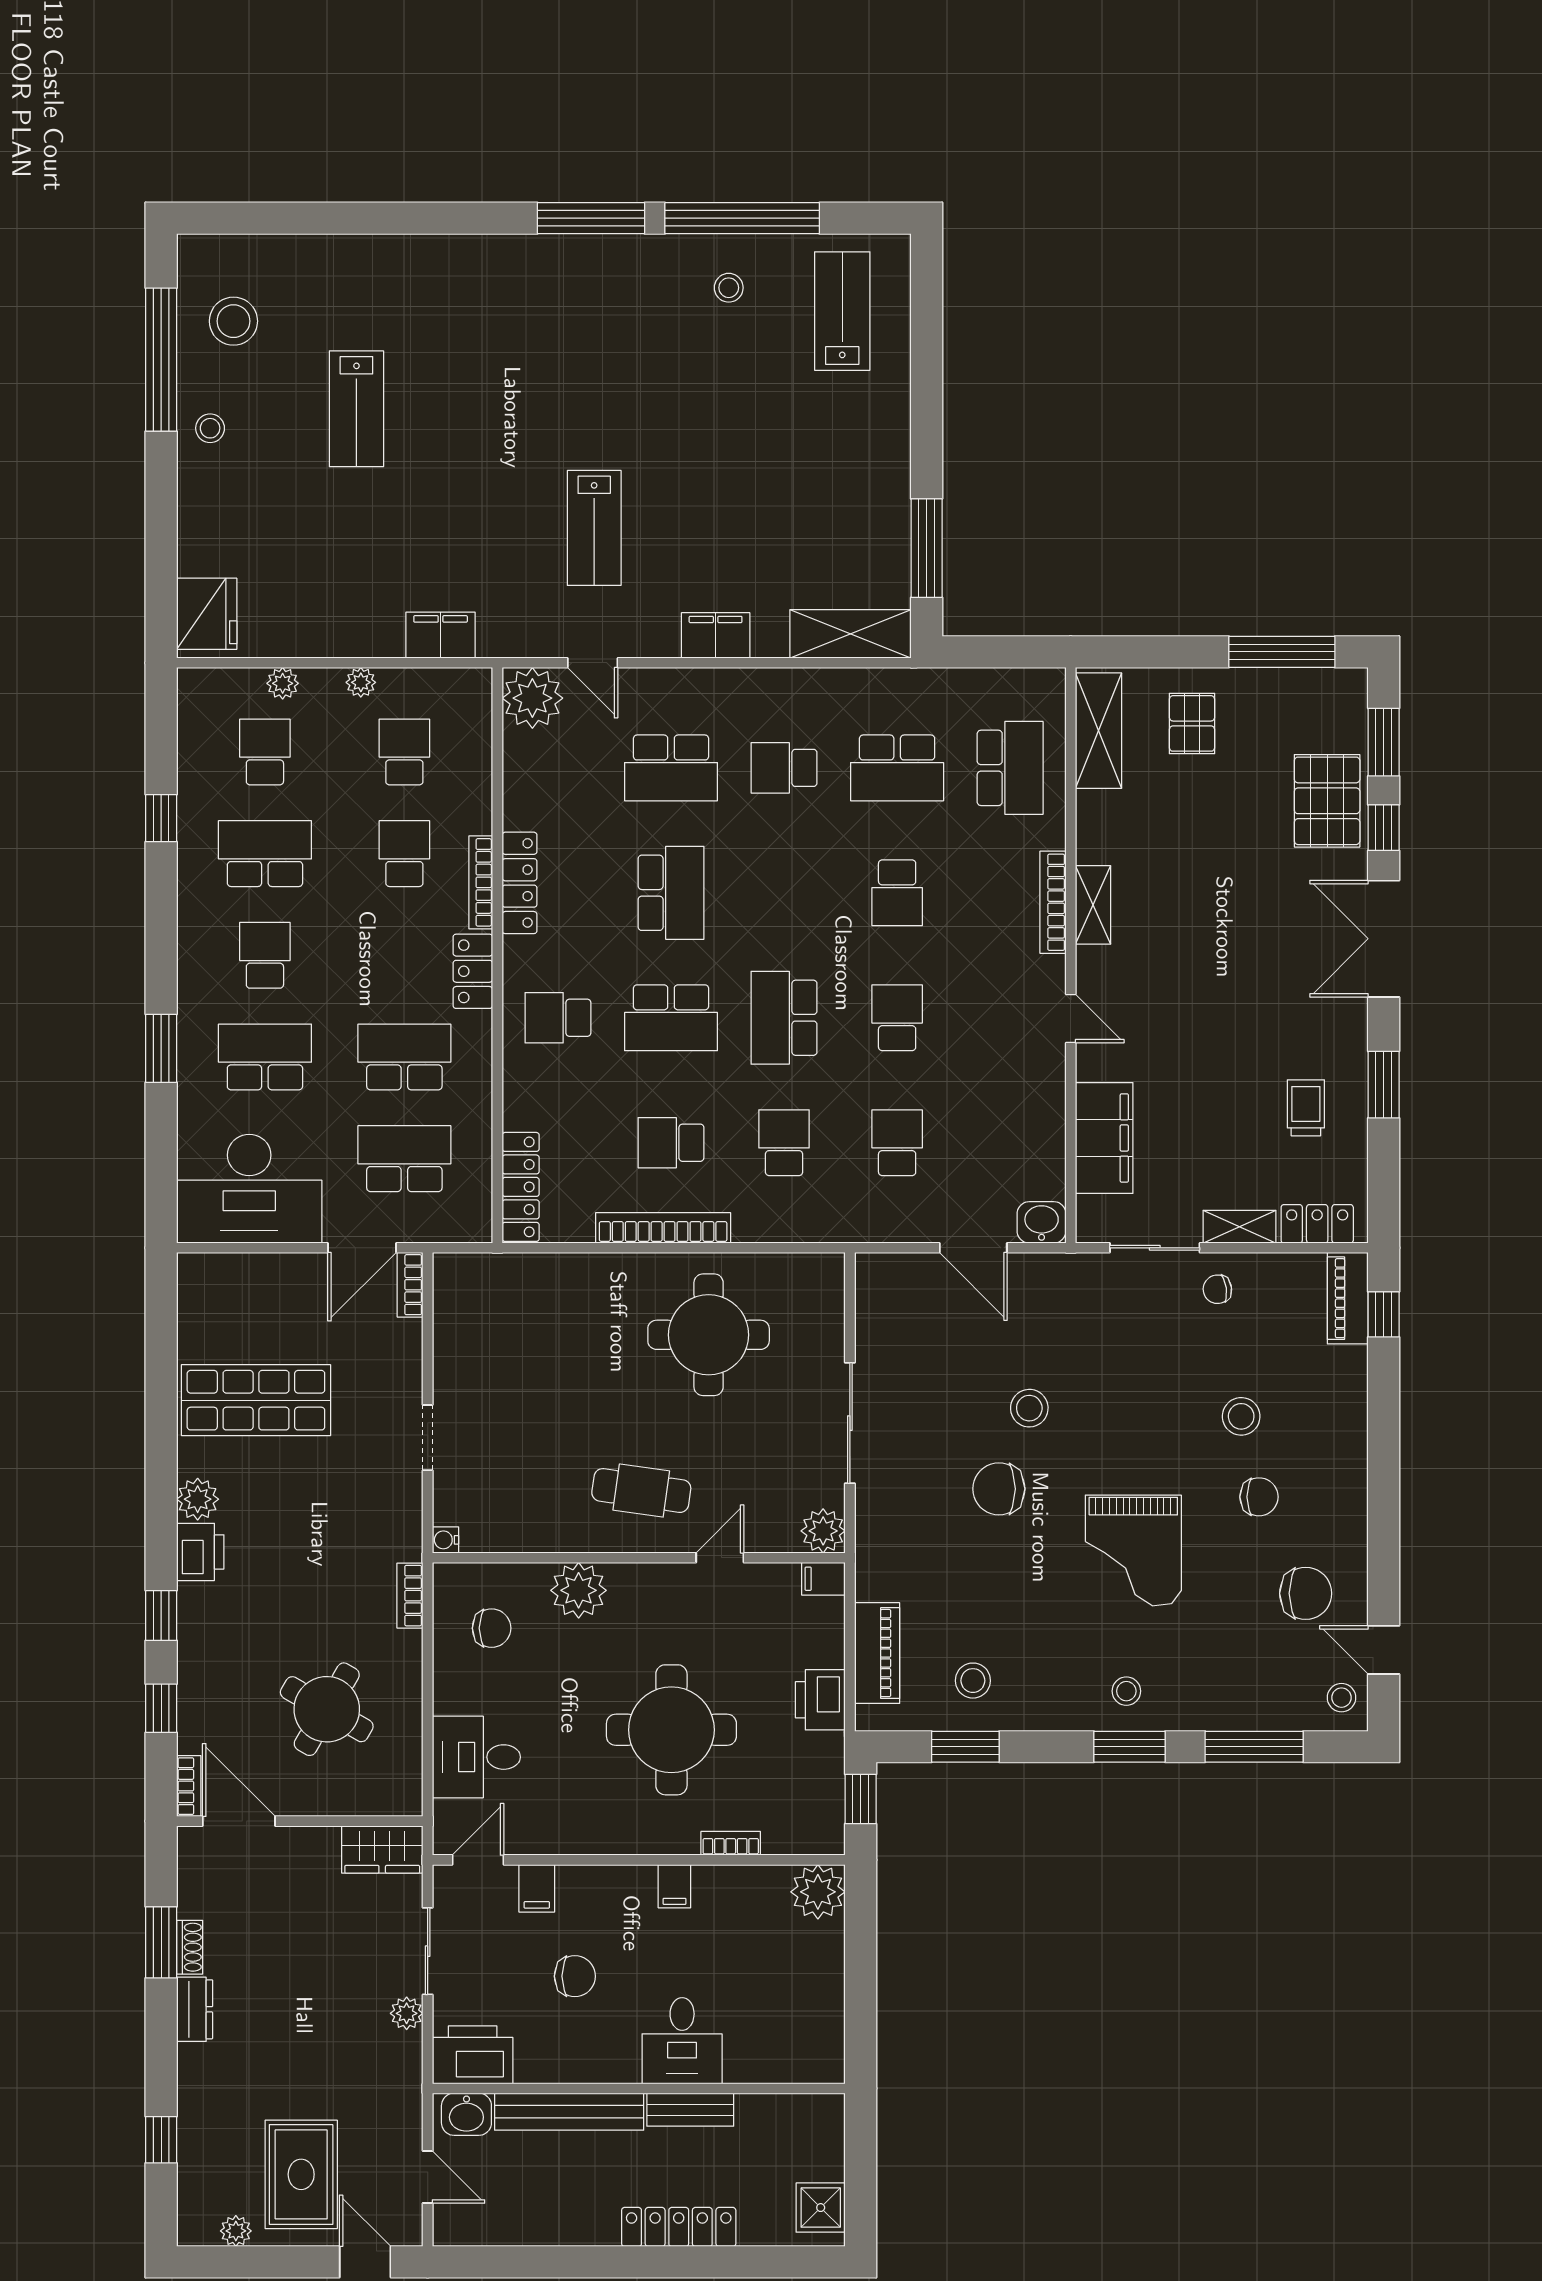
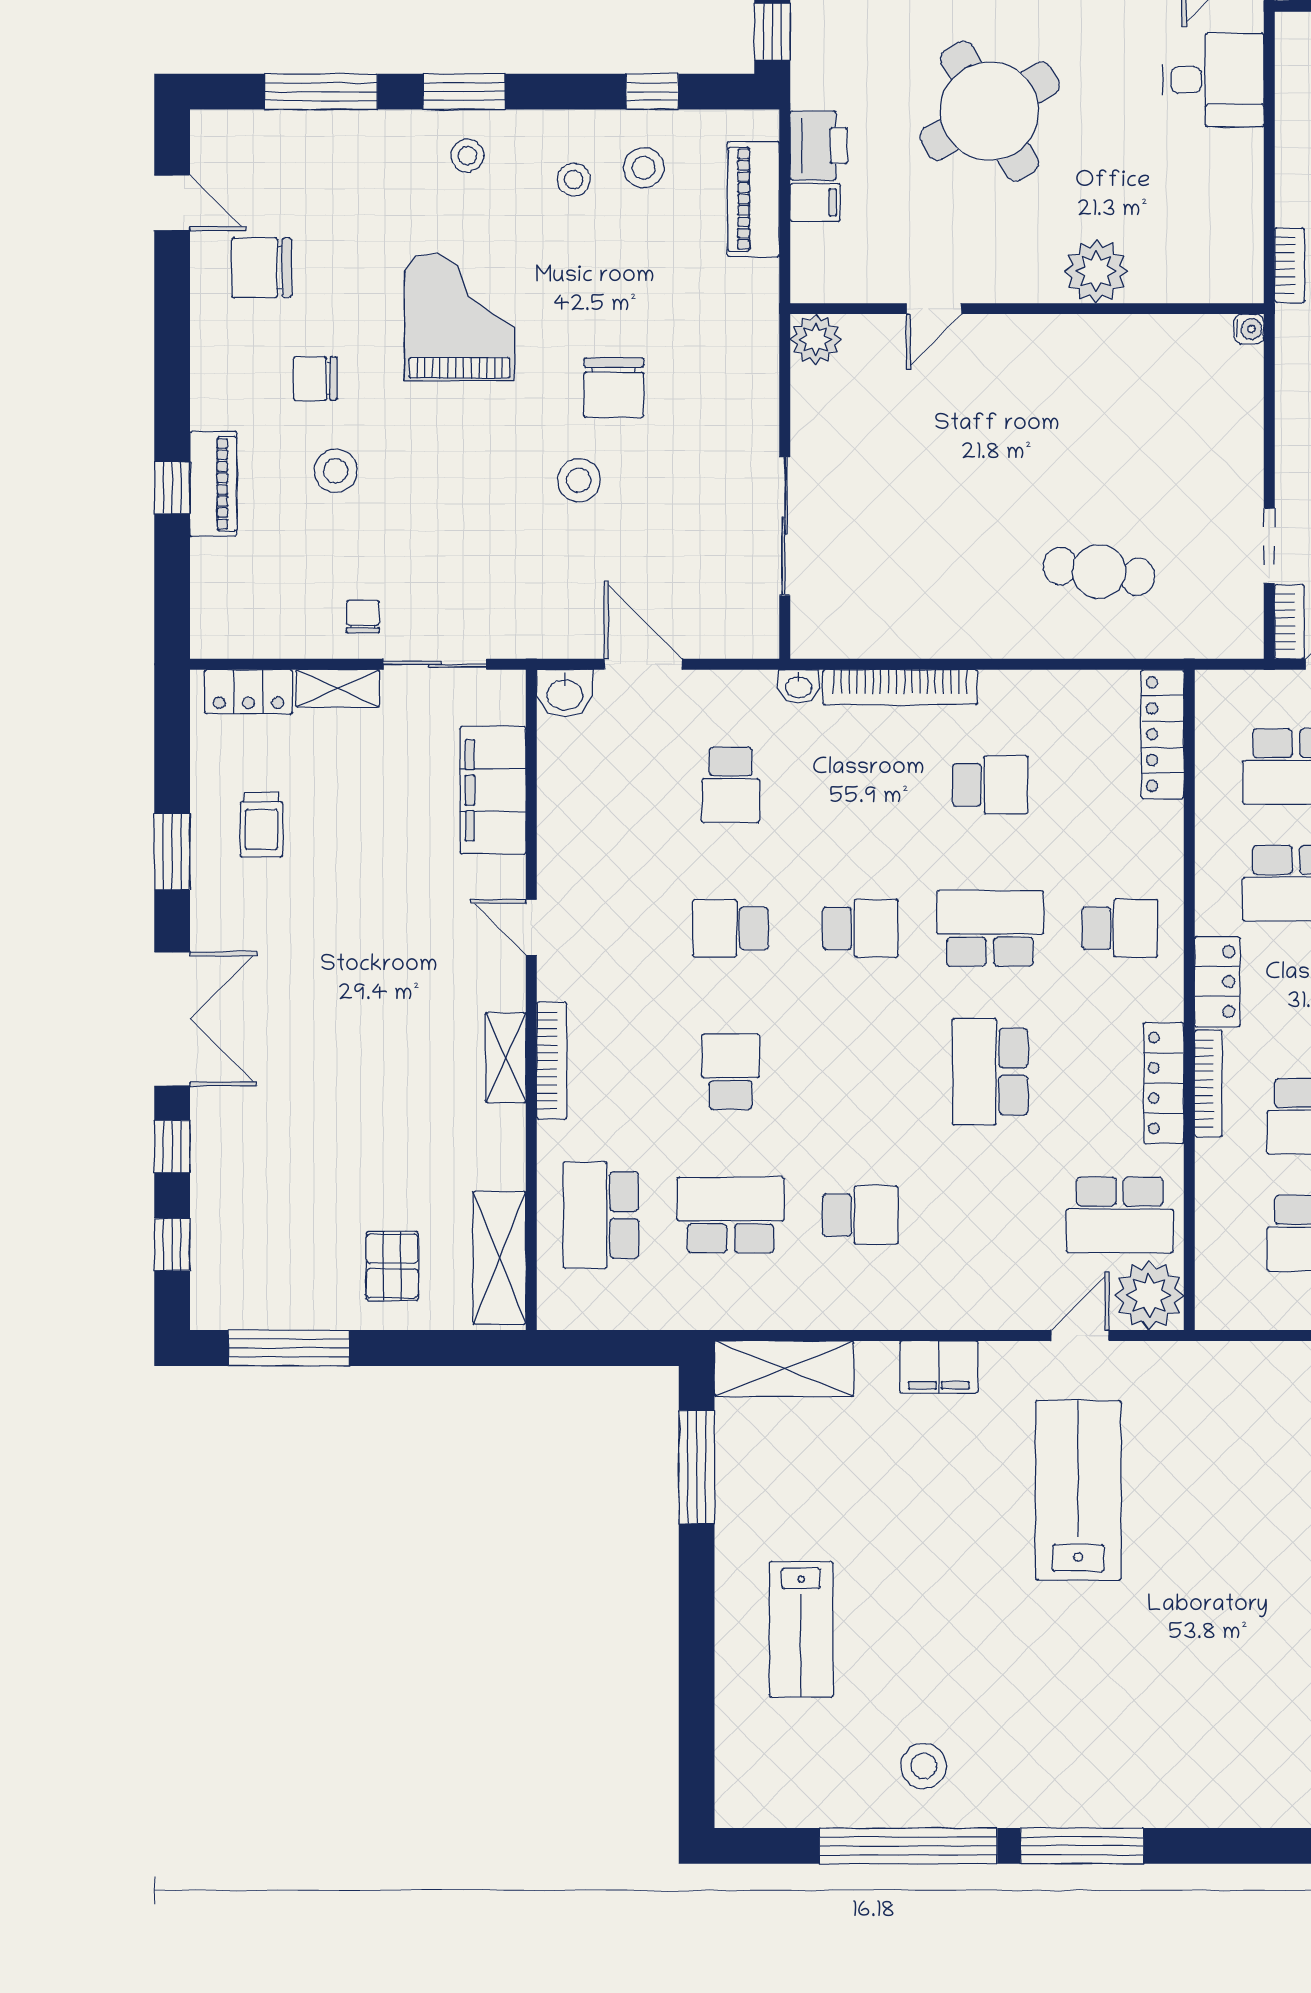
stool: (729, 288) -> (924, 1766), width x1.37, depth x1.37
lab bench: (842, 311) -> (801, 1629), moved
lab bench: (594, 528) -> (1078, 1490), width x1.36, depth x1.39
filing cabinet: (441, 635) -> (1255, 1367), removed
door: (593, 663) -> (1080, 1336), hinge flipped
window: (1384, 742) -> (172, 1244), width x0.67
school desk: (671, 768) -> (1120, 1215), moved, turned 180
pallet: (1327, 801) -> (237, 1177), removed
school desk: (784, 1018) -> (860, 928), width x0.54
school desk: (897, 1018) -> (731, 928), turned 90
school desk: (784, 1143) -> (860, 785), removed
bookcase: (663, 1228) -> (900, 687), moved
washbasin: (838, 1229) -> (799, 686), added
chair: (1217, 1289) -> (363, 617), turned -82
piano: (1348, 1298) -> (213, 484), moved
window: (1384, 1314) -> (172, 488), moved
round table: (709, 1335) -> (947, 564), removed
sliding door: (850, 1423) -> (785, 526), moved
doorway: (428, 1438) -> (1269, 546), moved
chair: (999, 1489) -> (614, 388), turned 90
cafe table: (641, 1491) -> (1099, 571), moved
filing cabinet: (823, 1579) -> (815, 202), moved
chair: (492, 1628) -> (1196, 228), removed
stool: (1342, 1698) -> (574, 179), moved
round table: (671, 1730) -> (990, 111), turned -30
window: (965, 1747) -> (652, 92), width x0.67

